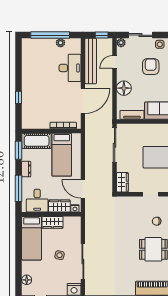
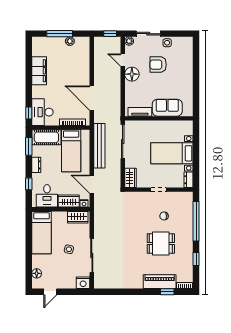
window: (50, 35) -> (60, 34), width x0.68
bench: (91, 61) -> (99, 146), moved
door: (115, 62) -> (123, 60), hinge flipped
armchair: (151, 67) -> (158, 65), turned -90
desk: (70, 68) -> (42, 112), moved, turned 180
filing cabinet: (29, 73) -> (39, 71), added
floor lamp: (124, 88) -> (132, 74), moved
window: (19, 97) -> (29, 113), moved
door: (83, 101) -> (92, 98), swing flipped
window: (19, 188) -> (29, 184), width x0.46
wardrobe: (53, 222) -> (78, 217), moved

